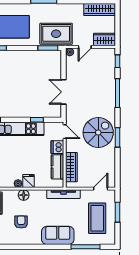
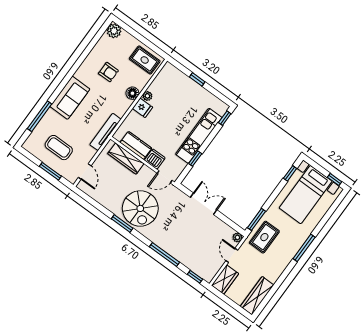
rug: (56, 34) -> (264, 237), width x0.73, depth x0.70
coffee table: (97, 218) -> (59, 148), width x0.73, depth x0.76

